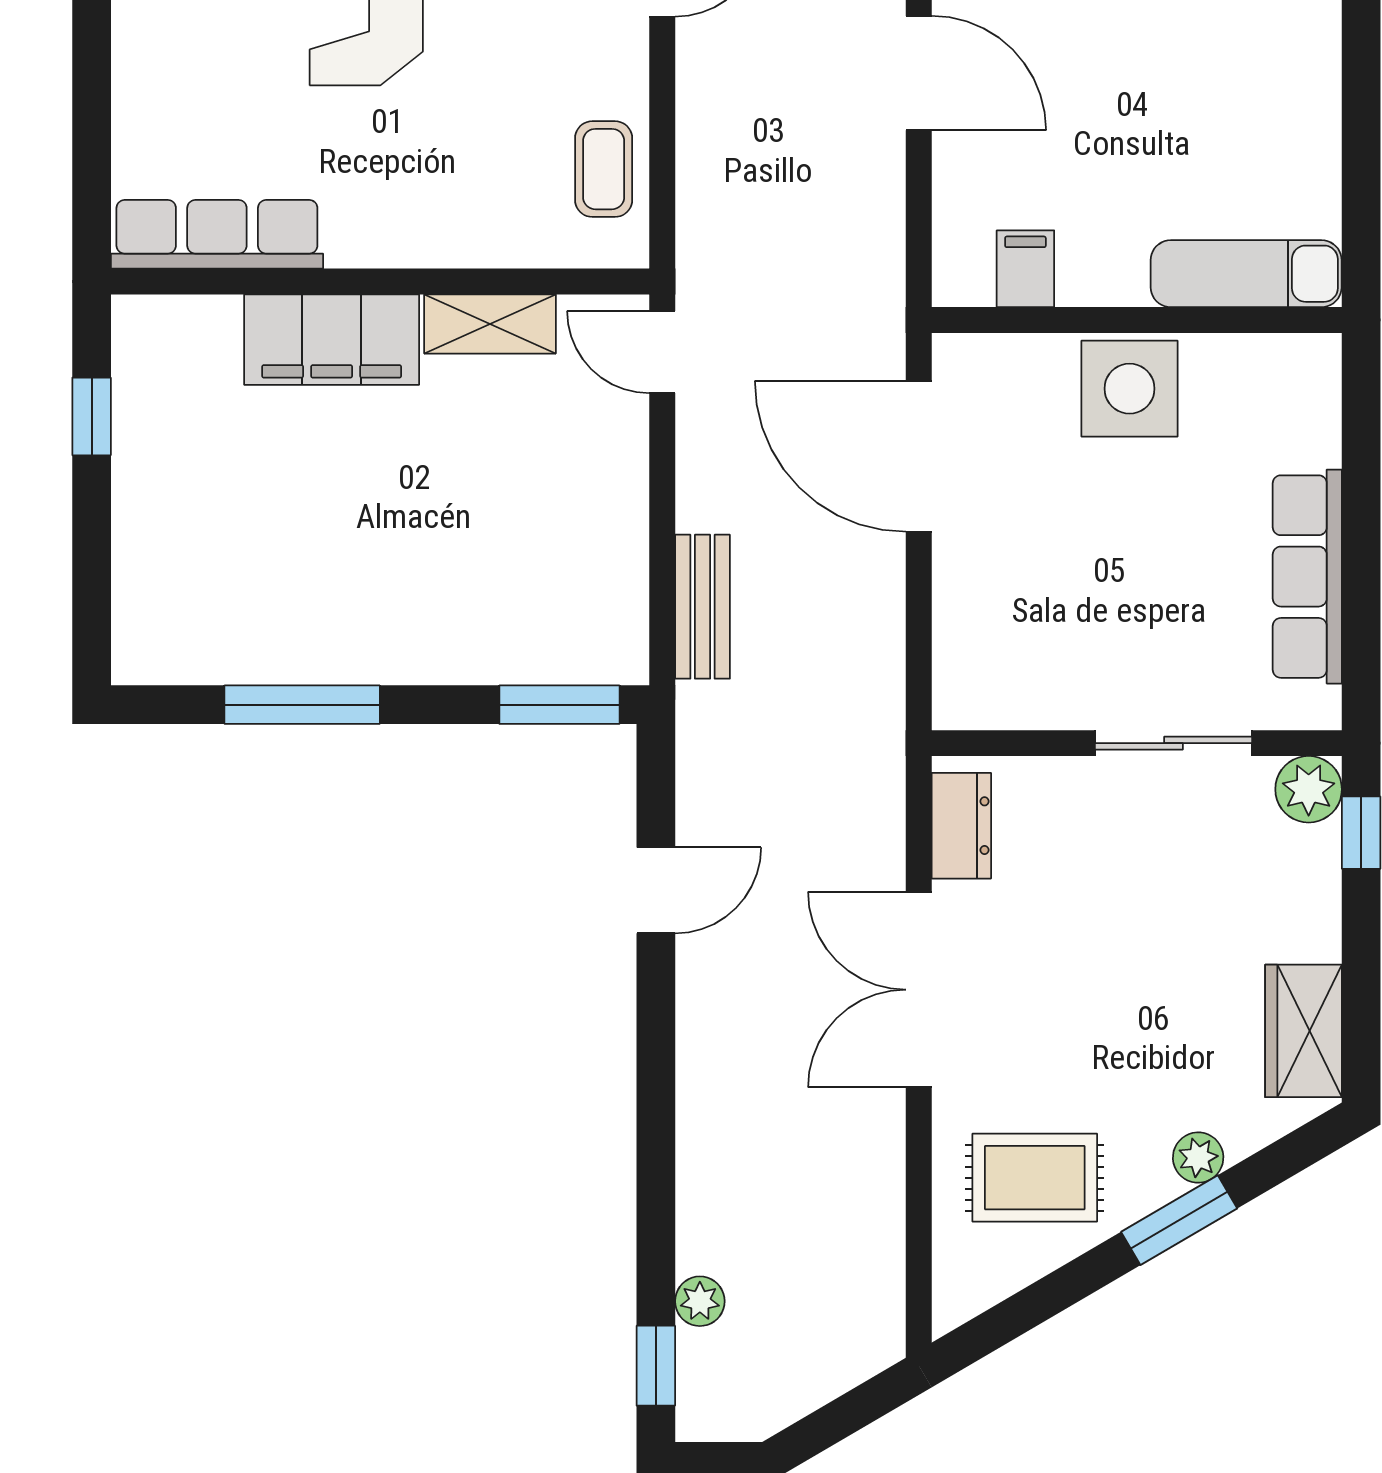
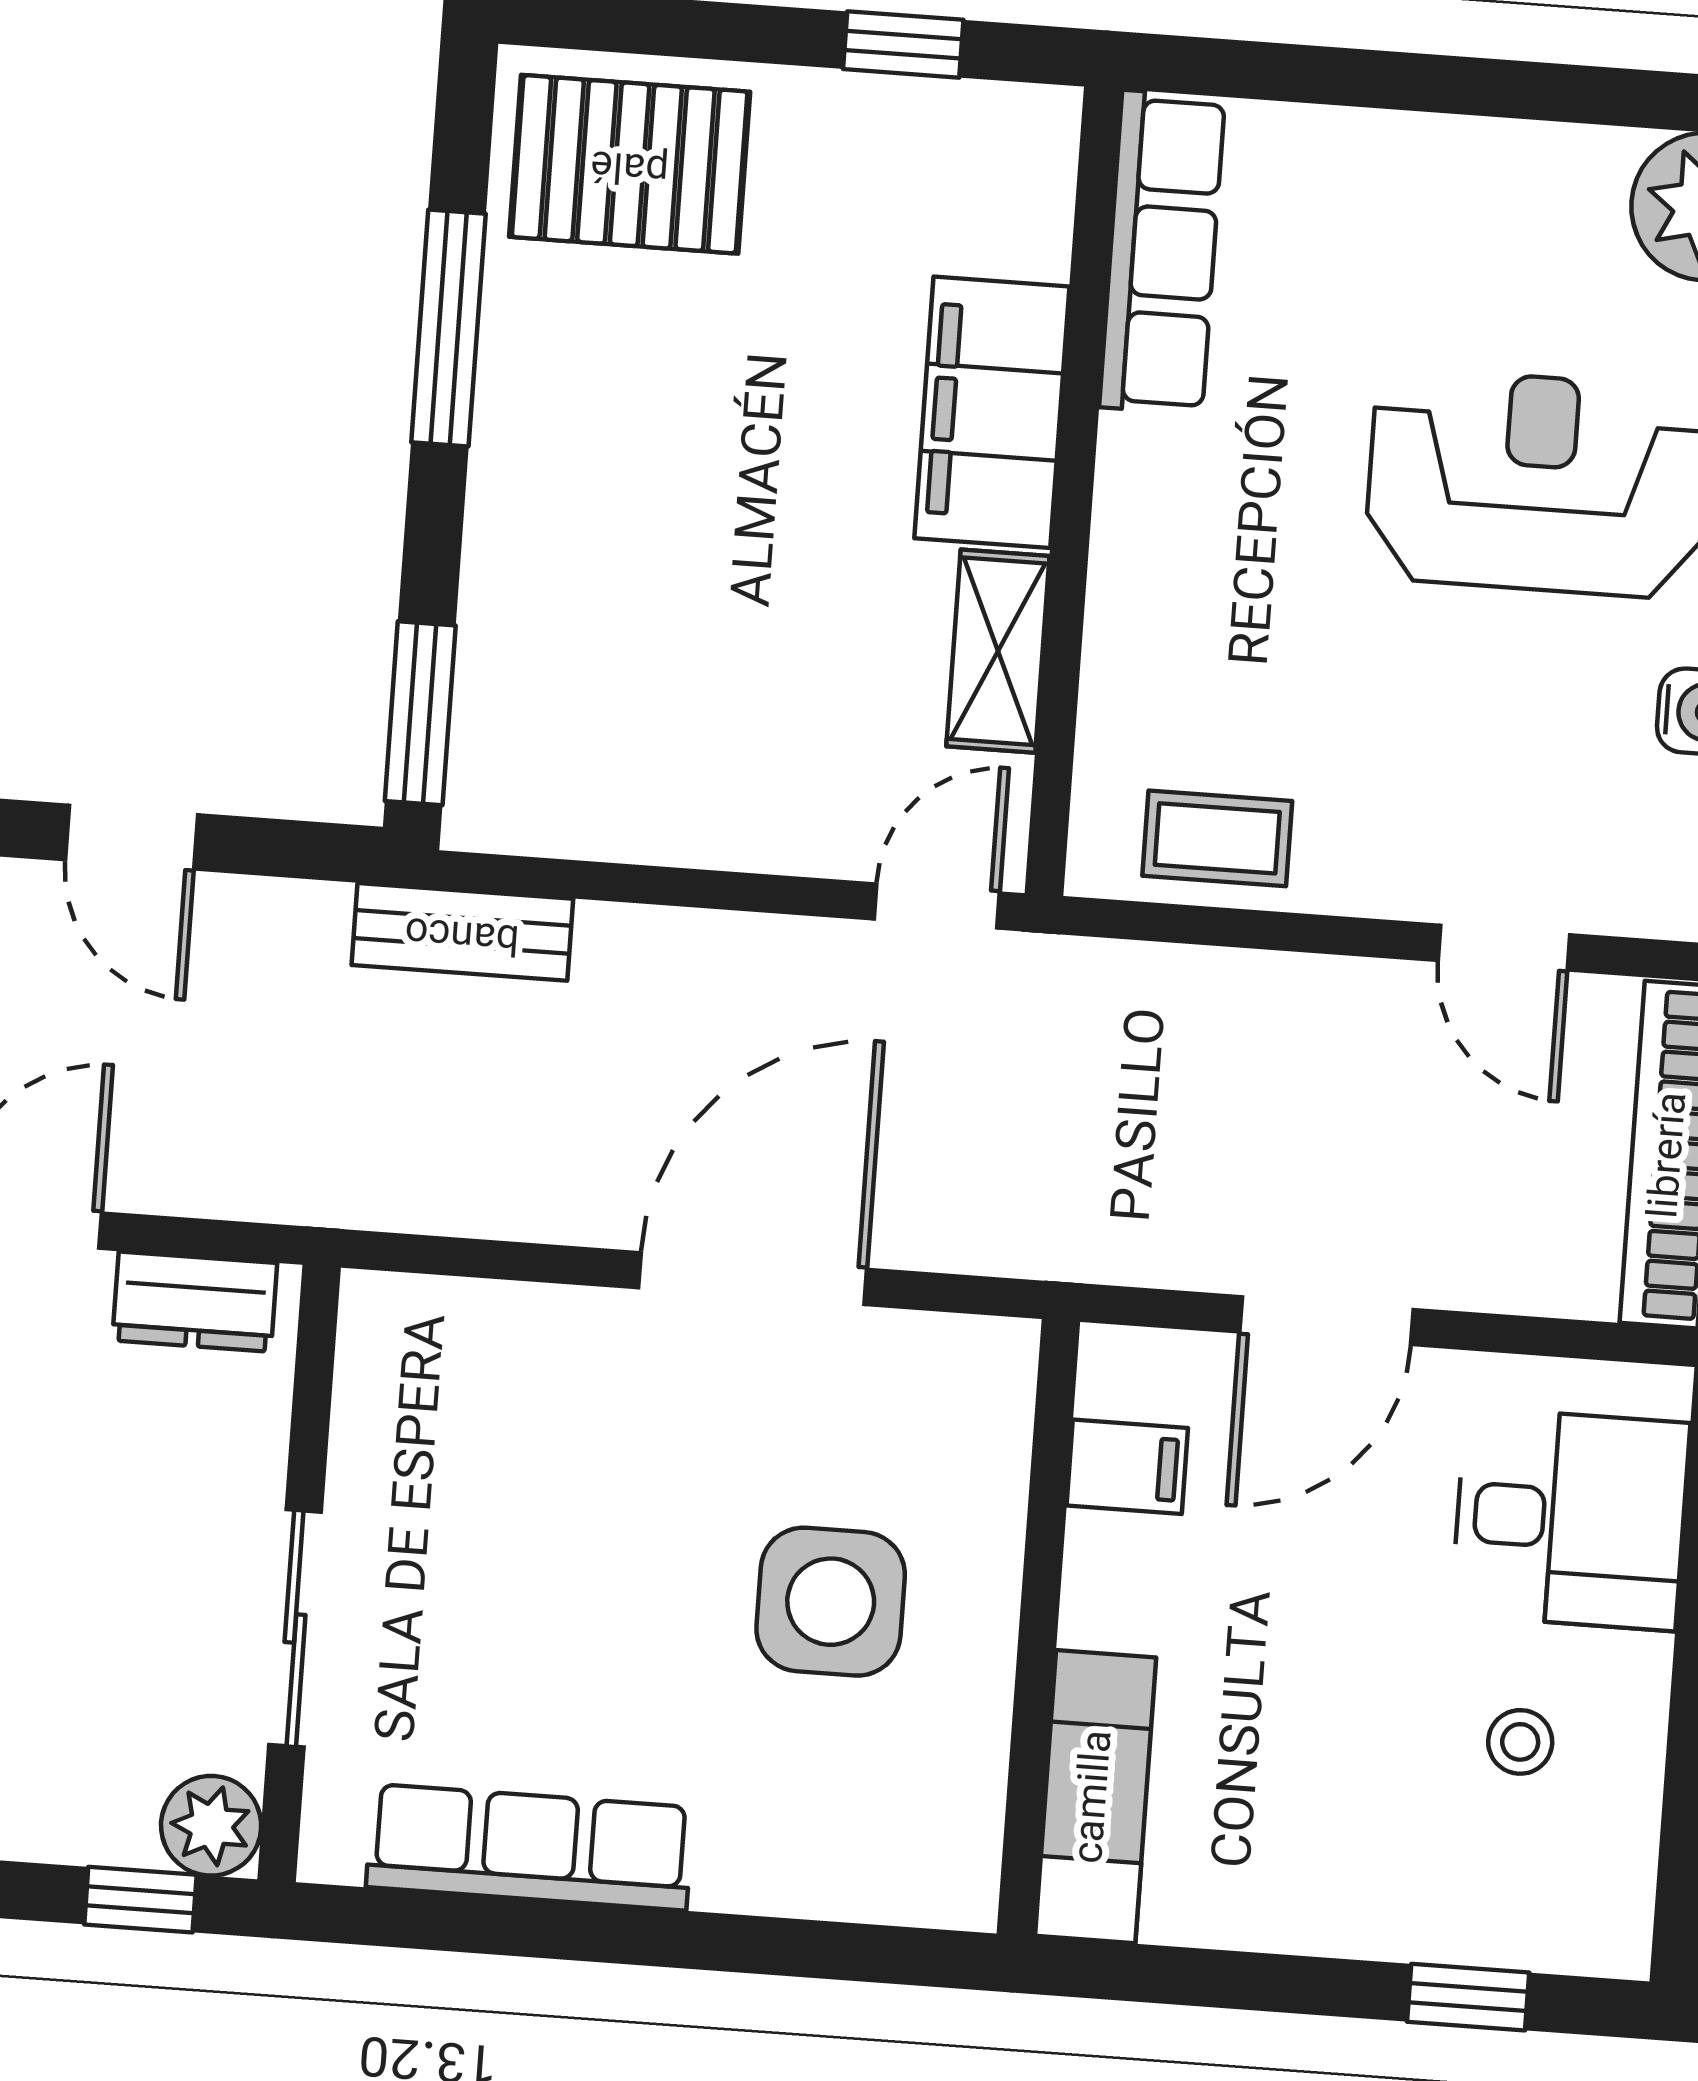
filing cabinet: (1025, 269) -> (1127, 1467), moved
exam couch: (1246, 274) -> (1096, 1797), moved
wall: (1137, 320) -> (1038, 1628), moved
pallet: (185, 592) -> (630, 164), added
bench: (703, 607) -> (462, 932), moved

